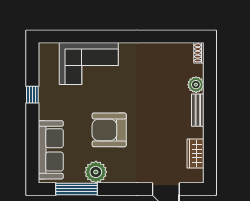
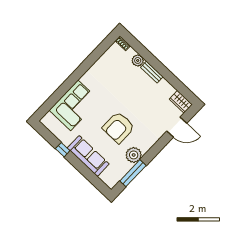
sofa: (51, 150) -> (88, 156), moved
wardrobe: (196, 154) -> (181, 102), moved

